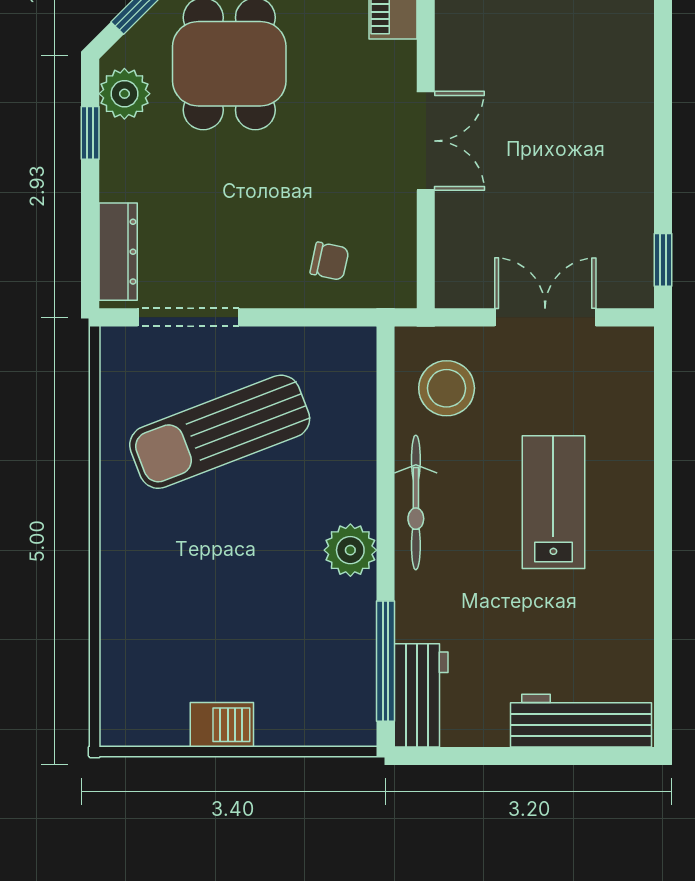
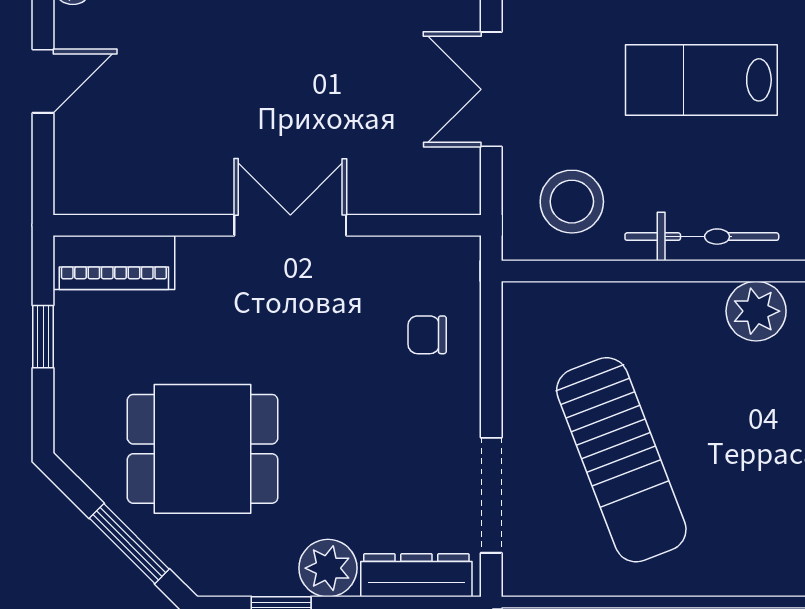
plant: (124, 94) -> (328, 568), moved
chair: (329, 261) -> (427, 335), turned -102

